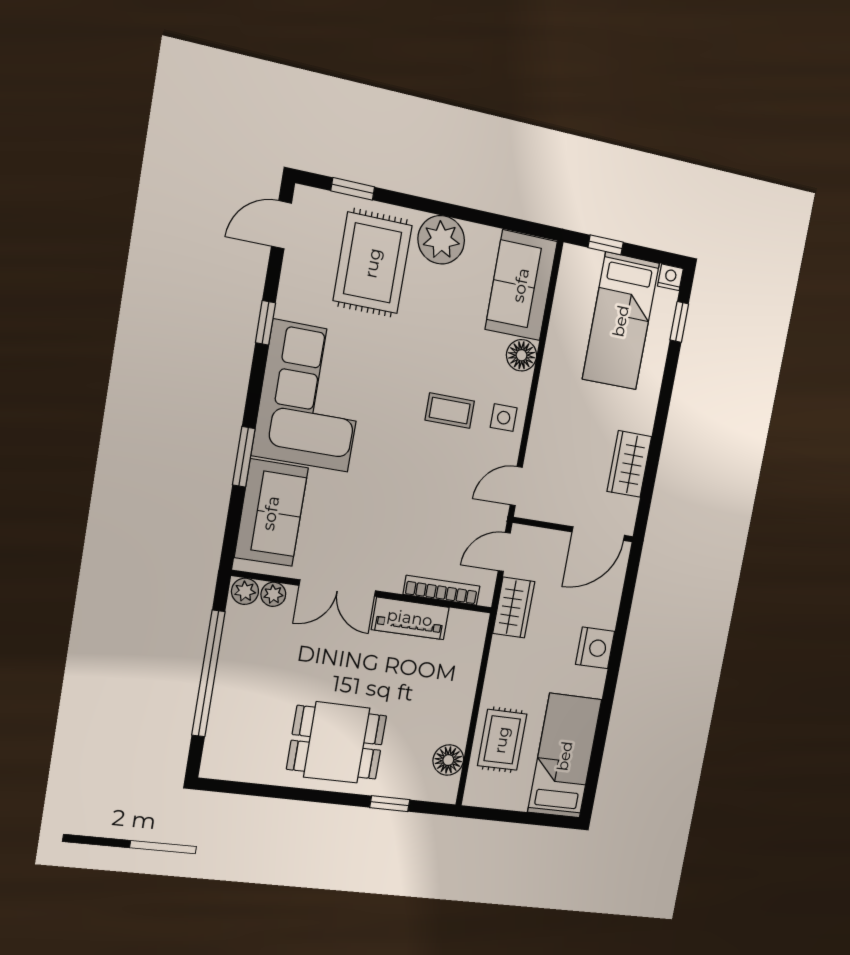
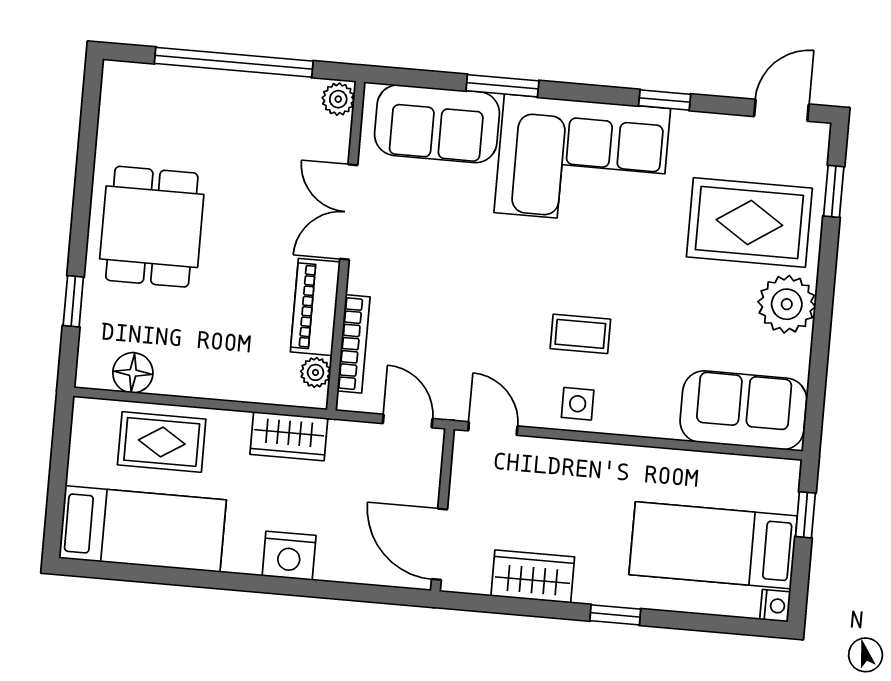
door: (281, 225) -> (781, 110), hinge flipped
window: (679, 322) -> (615, 615), moved
floor lamp: (522, 355) -> (657, 419), removed
coffee table: (450, 411) -> (580, 334), turned 90
plant: (273, 594) -> (316, 372), moved
wardrobe: (514, 607) -> (289, 436), moved

